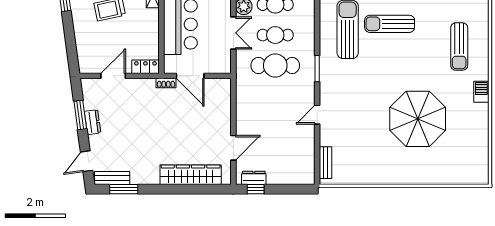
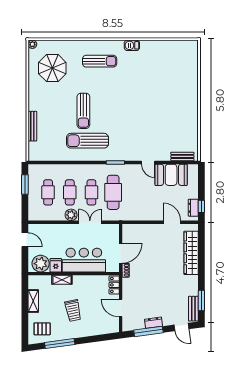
window: (80, 115) -> (148, 331), width x1.44
parasol: (418, 119) -> (151, 91), removed
booth: (300, 147) -> (171, 175), added

